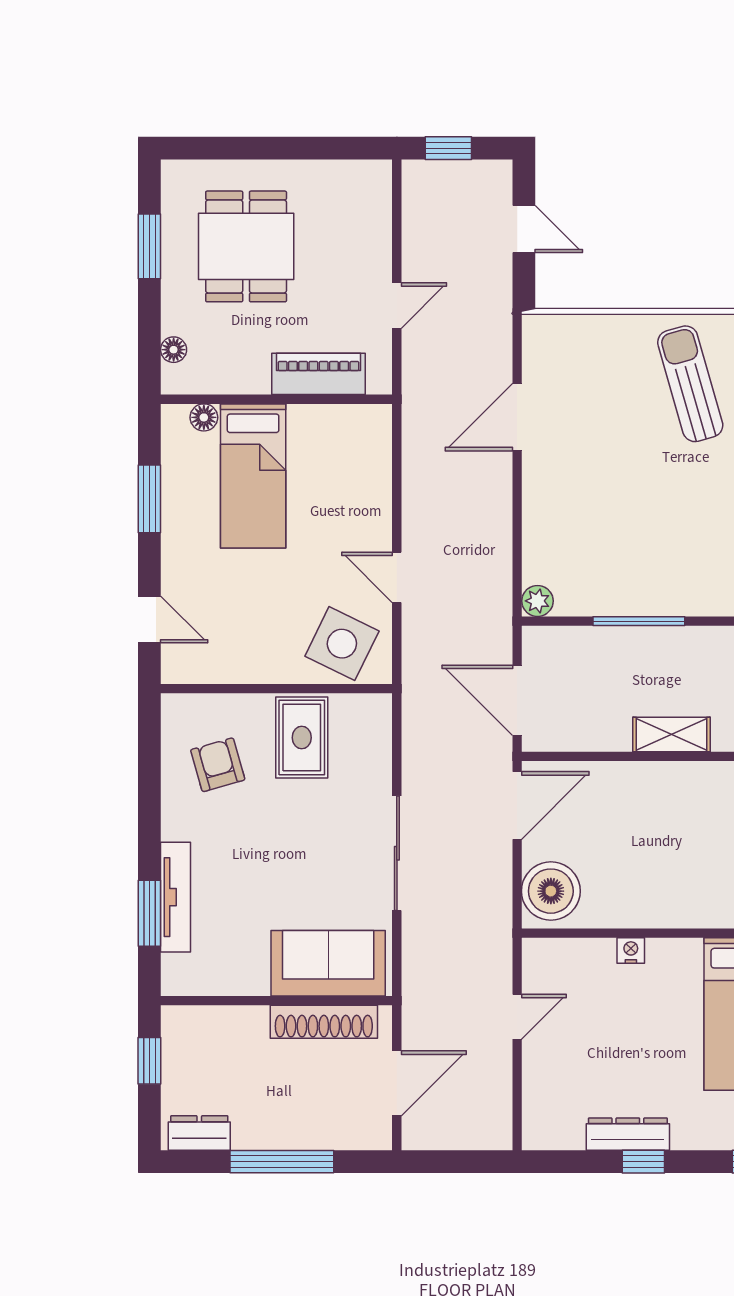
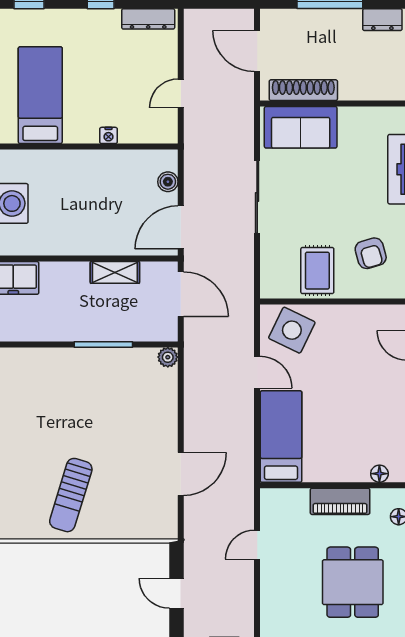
piano: (319, 374) -> (340, 501), moved
sun lounger: (690, 384) -> (71, 495), turned 33
bed: (253, 476) -> (281, 437), moved
shelving: (672, 735) -> (115, 272), moved
boiler: (551, 891) -> (168, 182), width x0.54, depth x0.54
door: (397, 1083) -> (257, 51), hinge flipped
dresser: (628, 1134) -> (148, 19), moved

